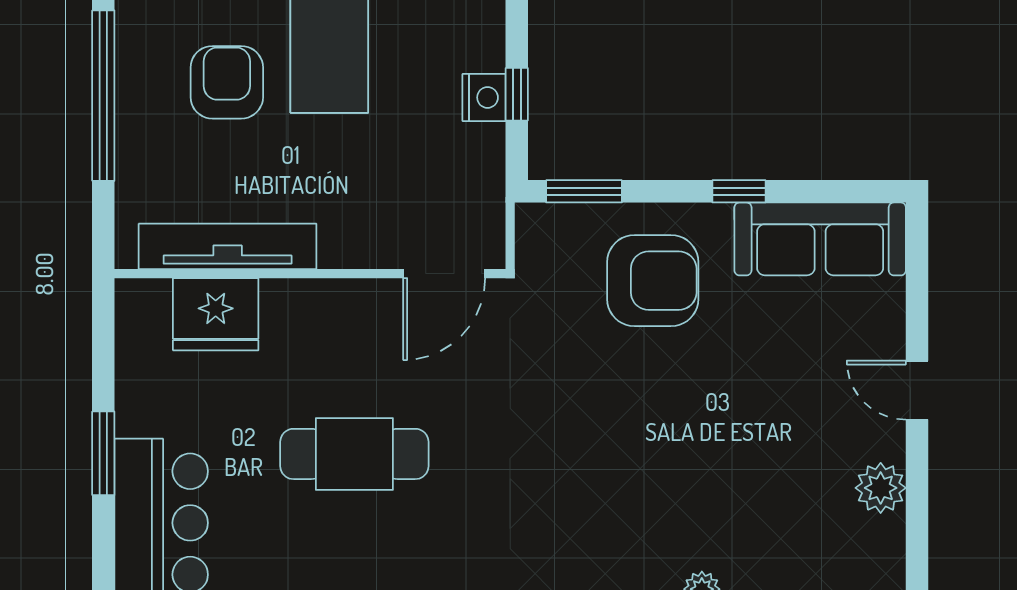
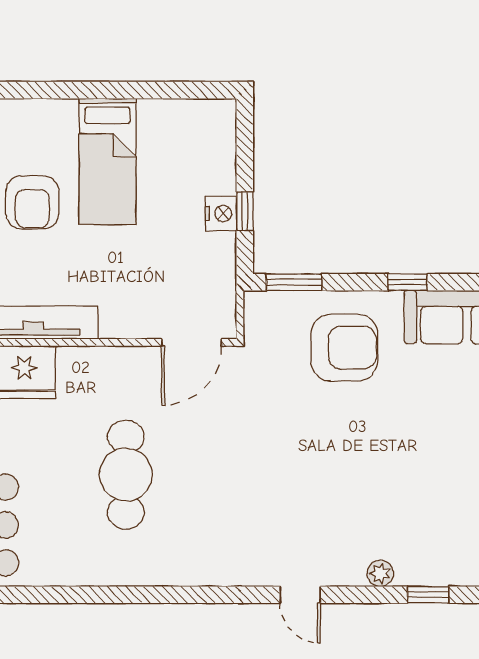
armchair: (227, 82) -> (32, 202), turned 180
cafe table: (354, 454) -> (126, 475), turned 90

